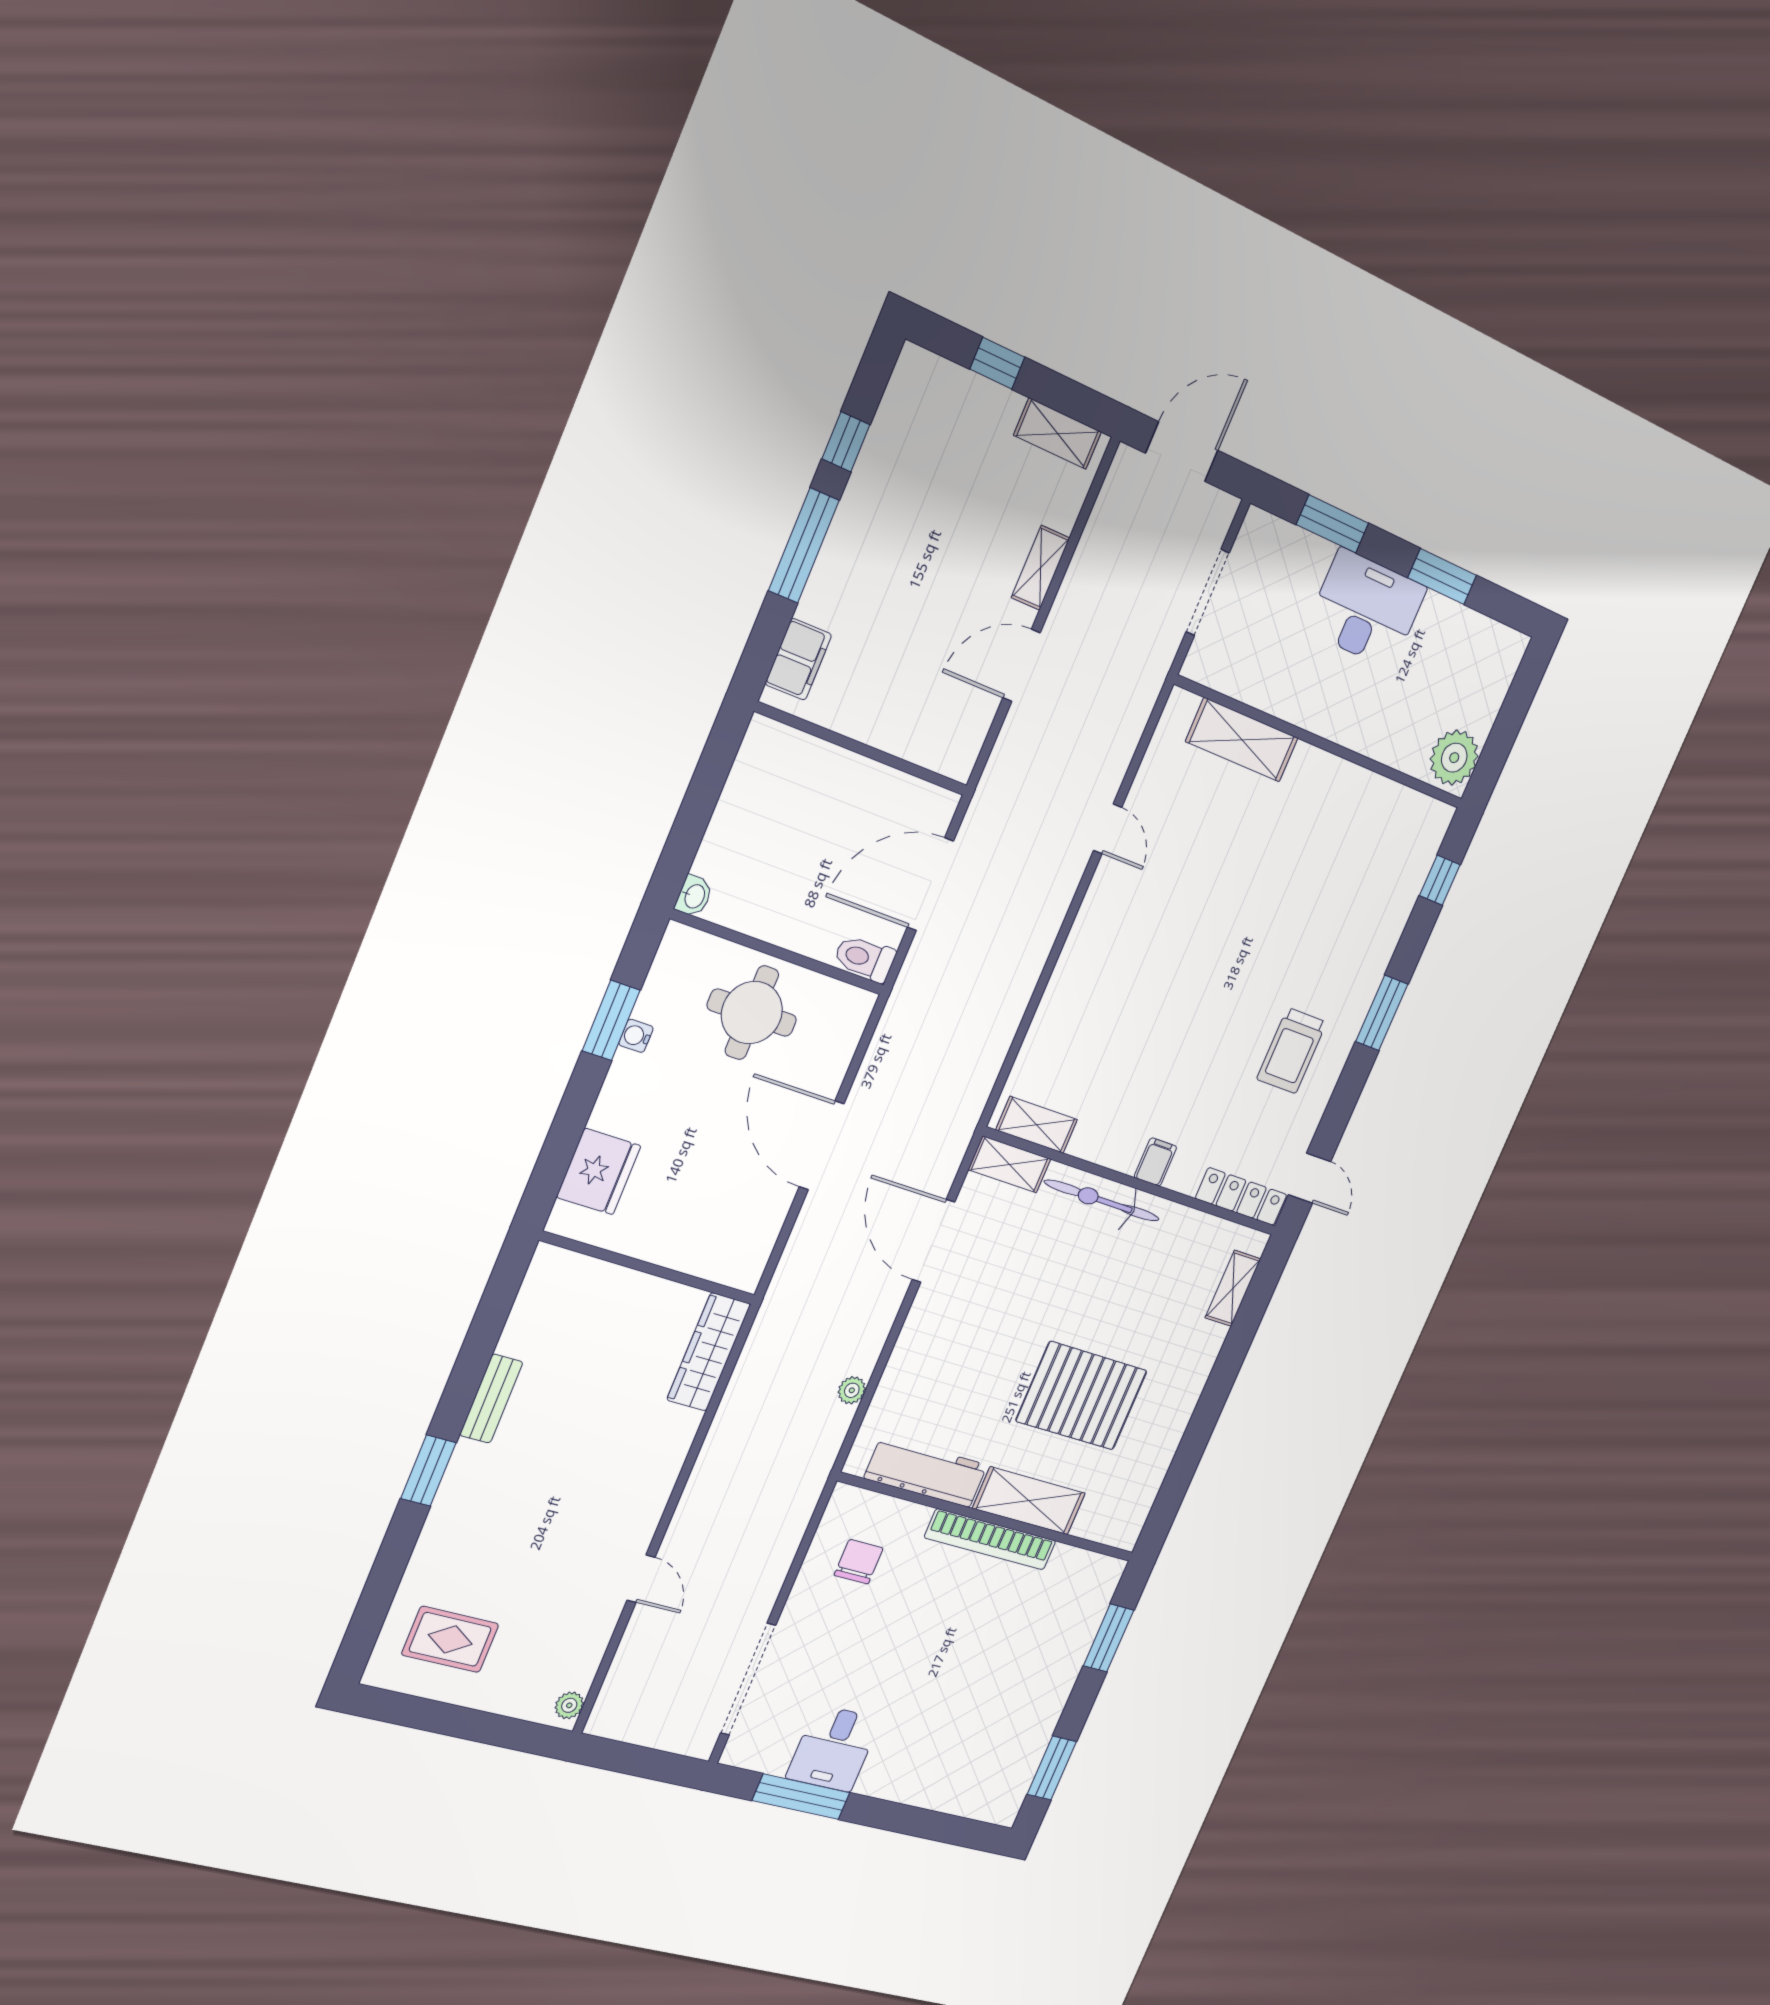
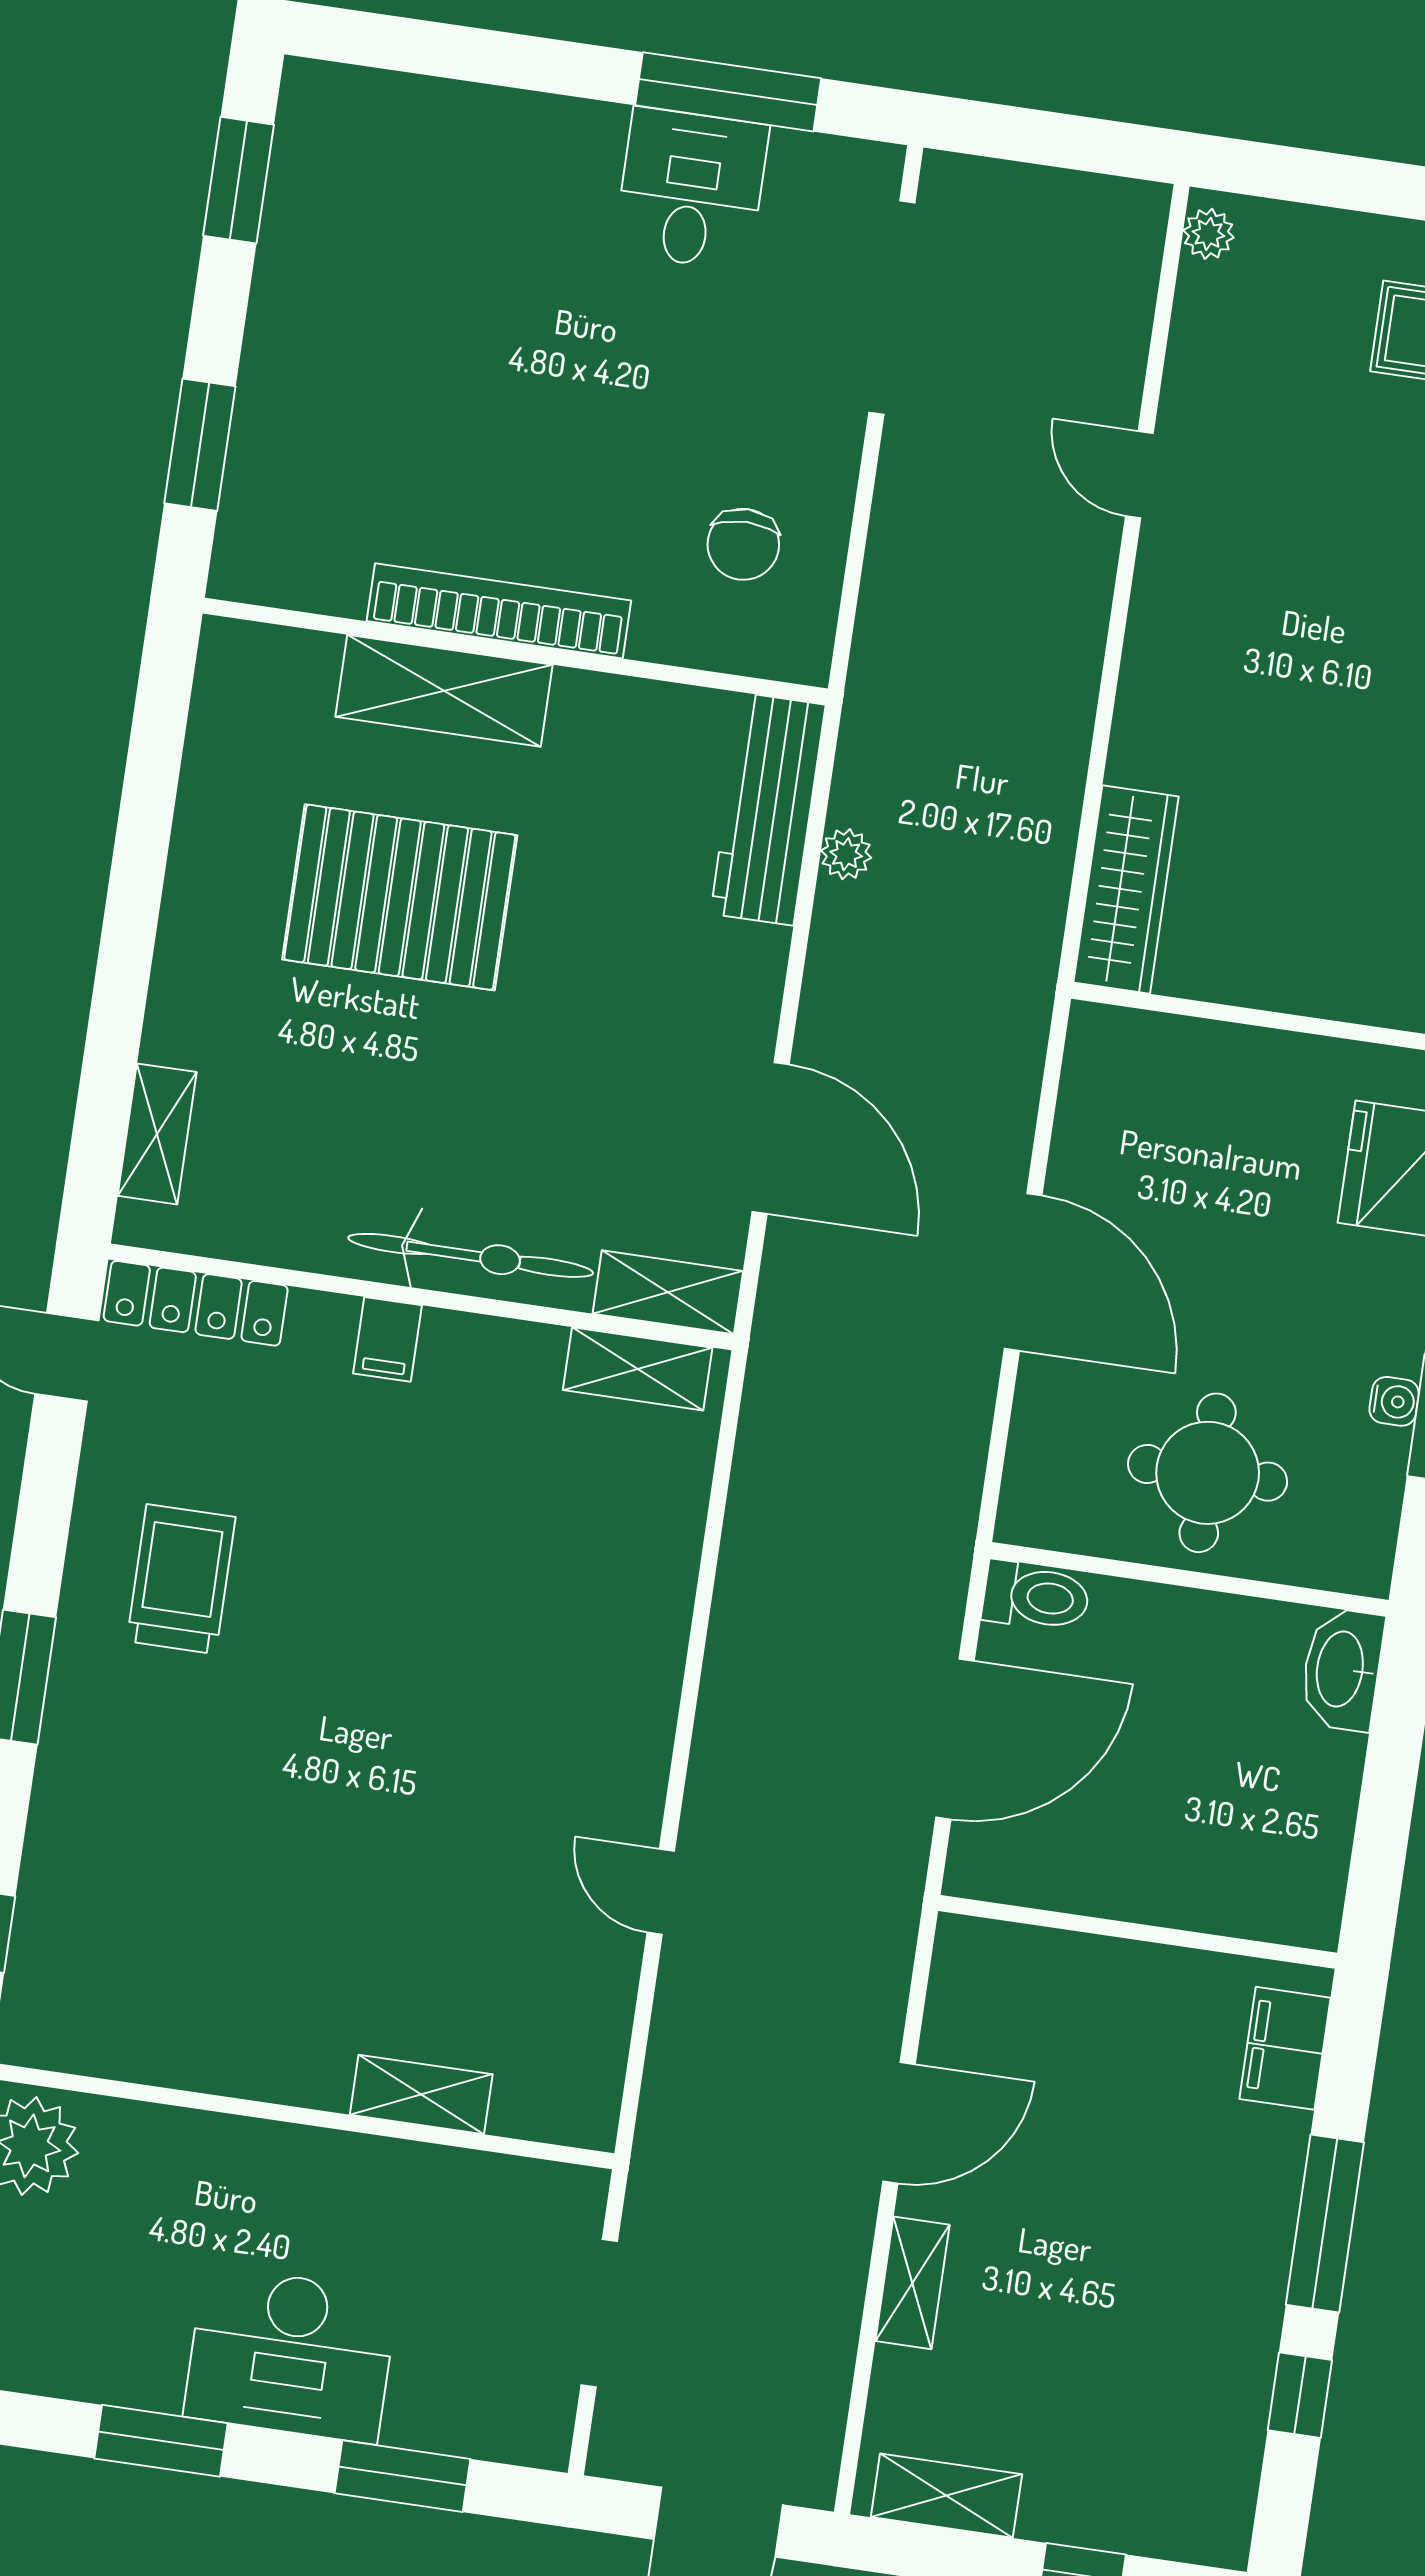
shelving: (1242, 740) -> (421, 2094), width x0.67, depth x0.75
washbasin: (694, 896) -> (1342, 1669), width x1.91, depth x1.45
workbench: (926, 1472) -> (768, 809), moved, turned 90

